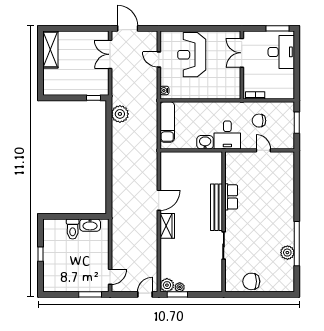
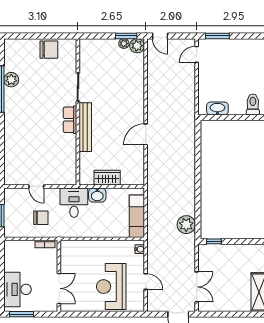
reception desk: (192, 55) -> (111, 287), turned 180
row of seats: (231, 197) -> (70, 120), moved
wardrobe: (167, 226) -> (107, 178), moved, turned 90
toilet: (73, 229) -> (253, 104), moved
door: (145, 294) -> (160, 36), hinge flipped

